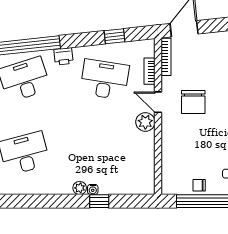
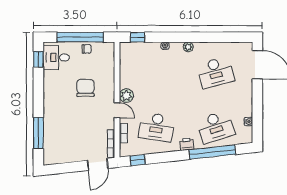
window: (114, 36) -> (138, 160), moved
chair: (193, 102) -> (85, 88), moved
plant: (80, 188) -> (188, 47), moved
window: (99, 201) -> (138, 37), moved

